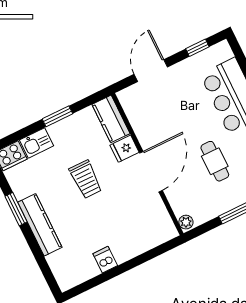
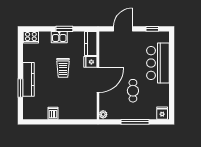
kitchen sink: (37, 143) -> (59, 37), moved
window: (16, 209) -> (20, 88), moved

